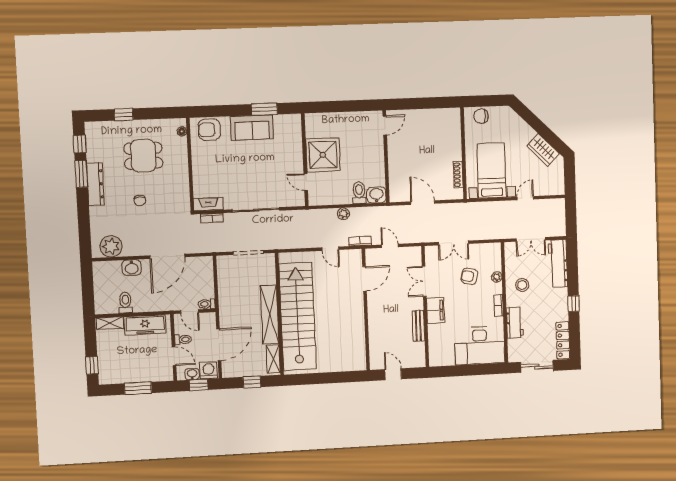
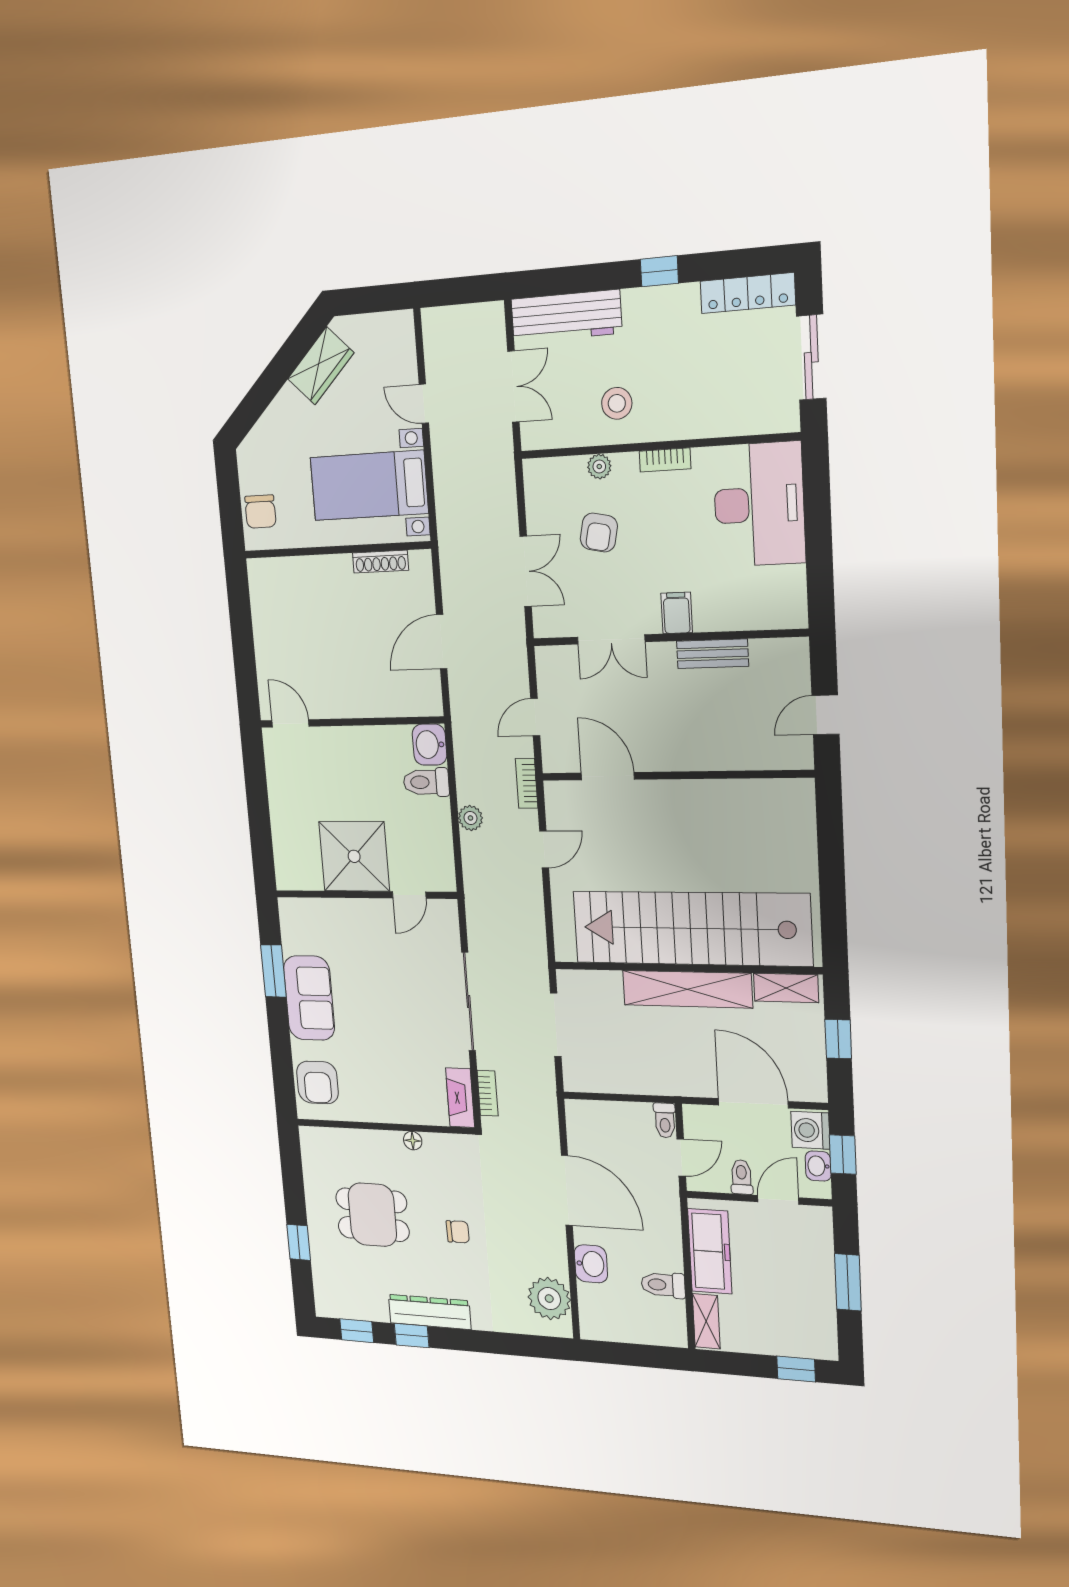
floor lamp: (182, 131) -> (413, 1141), moved
dining table: (143, 156) -> (372, 1215), turned 90
window: (81, 174) -> (412, 1335), width x0.67
filing cabinet: (435, 310) -> (677, 613), width x0.50
workbench: (515, 323) -> (705, 419), removed

